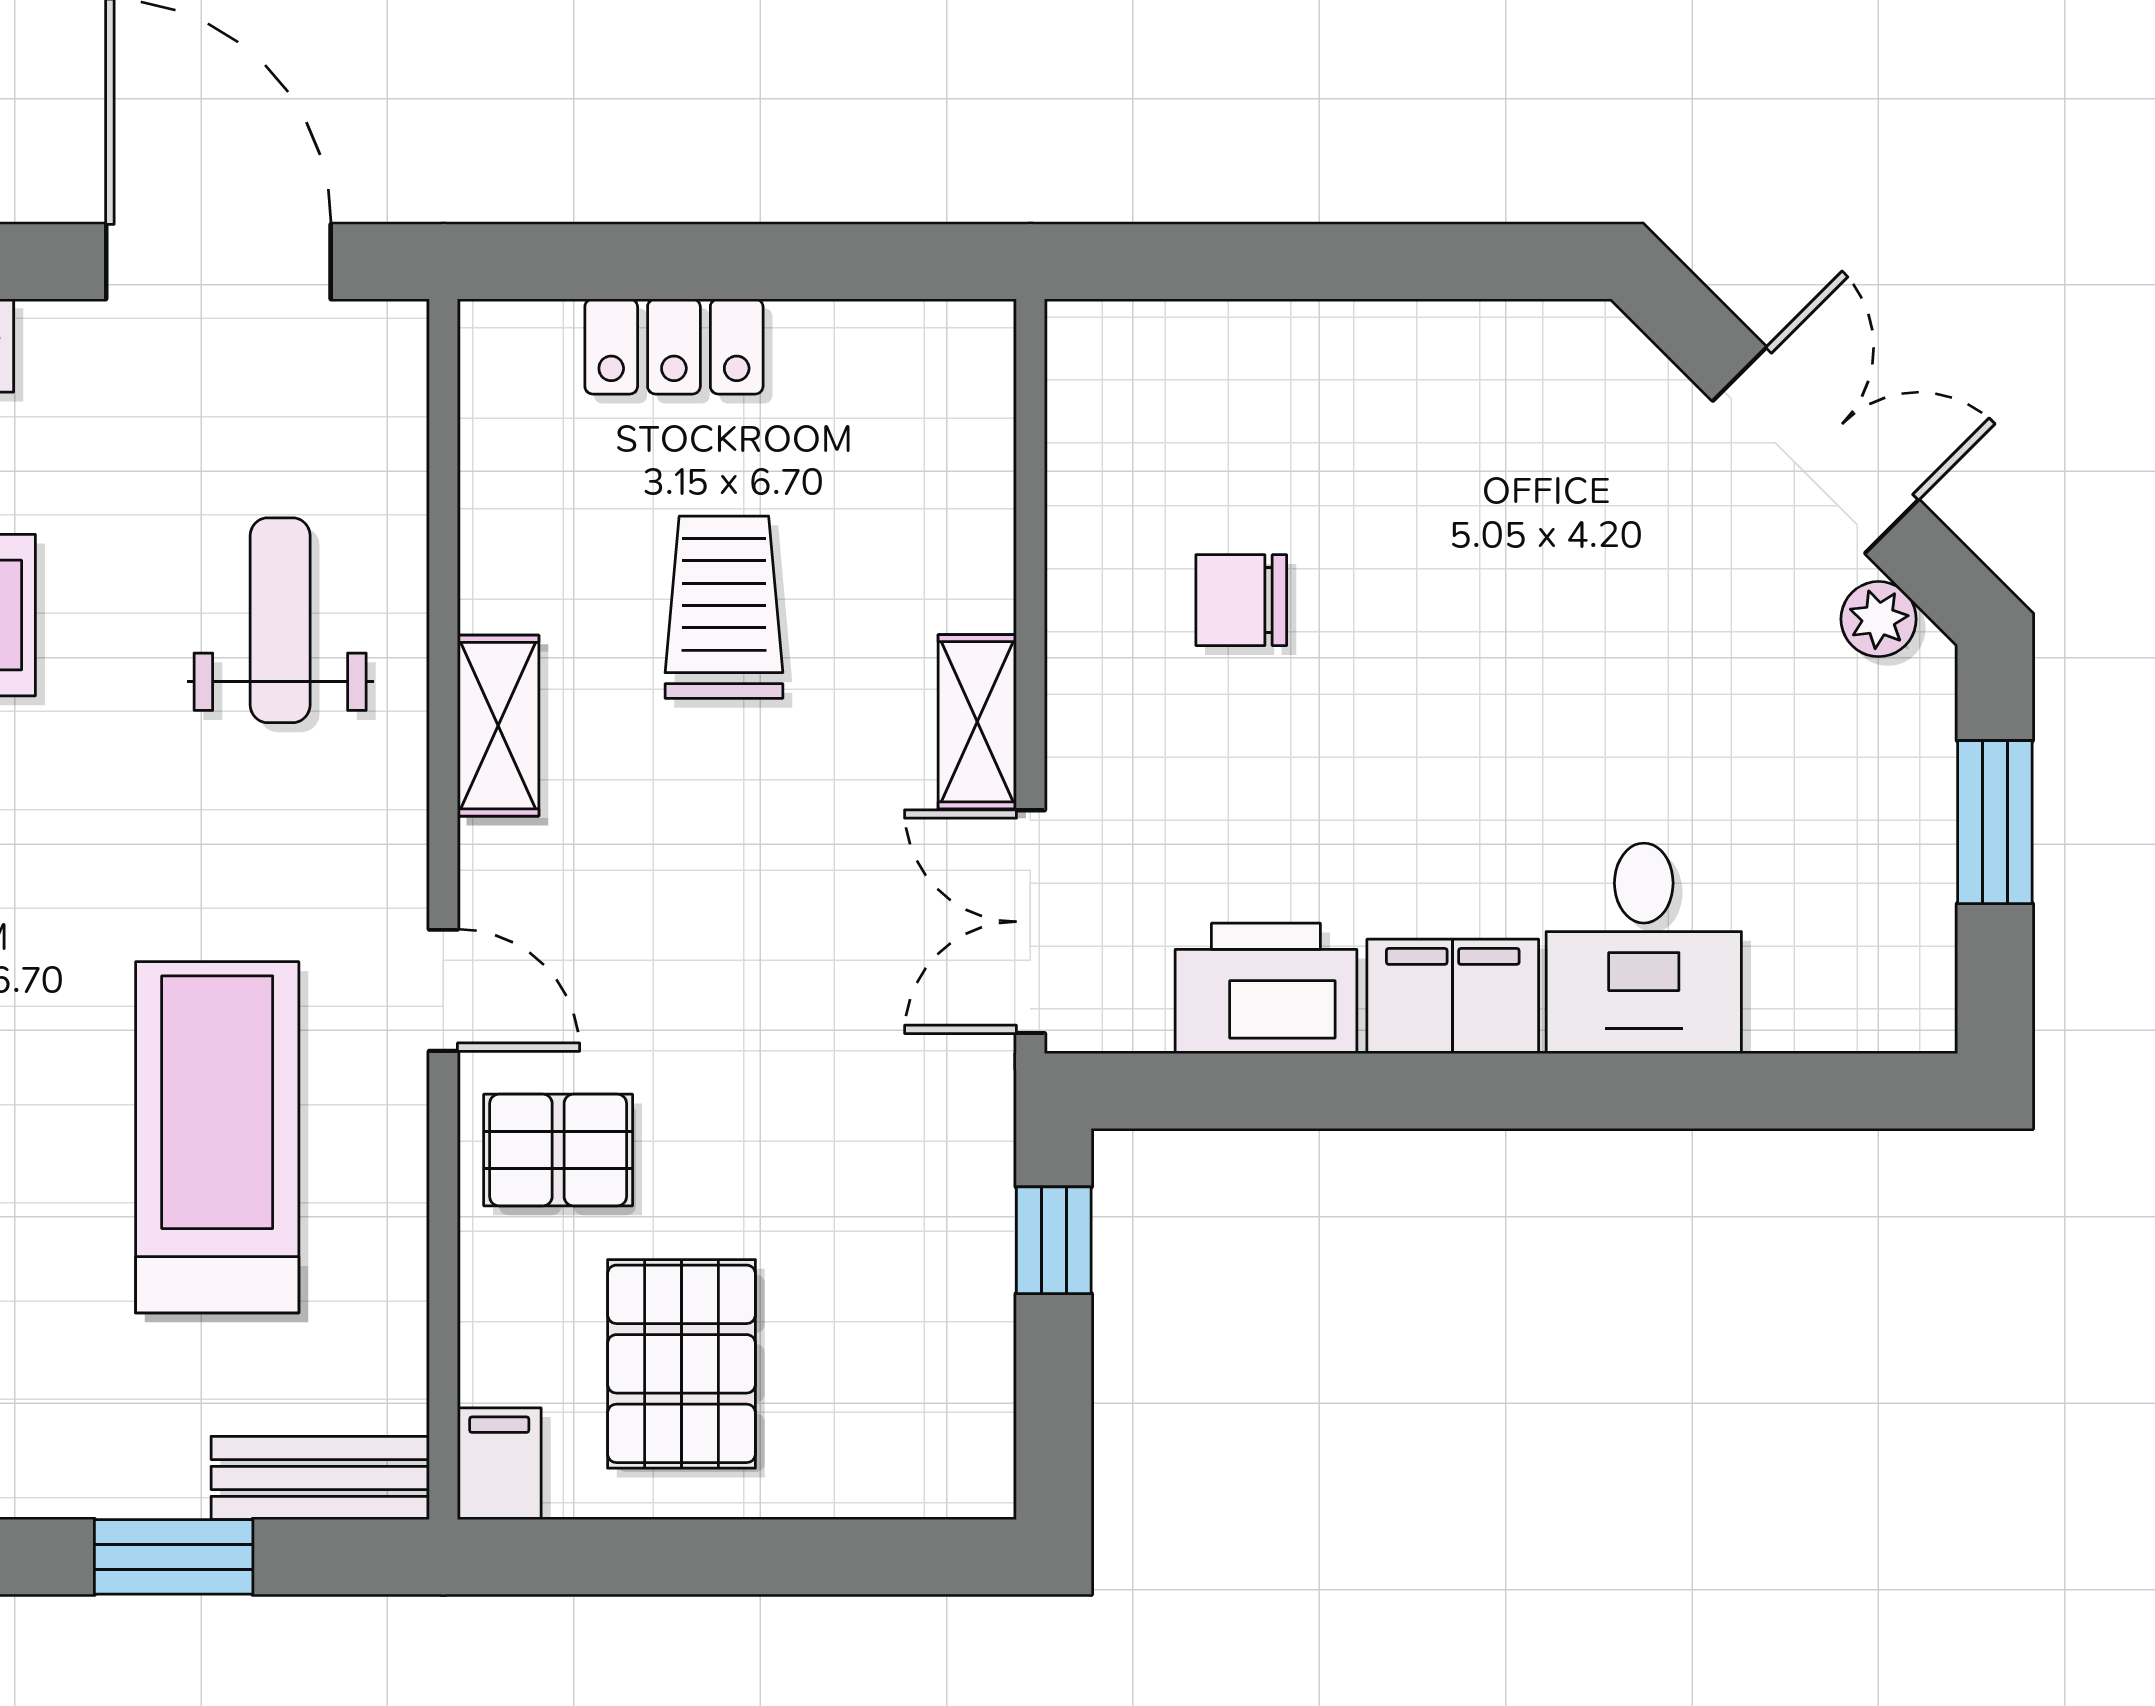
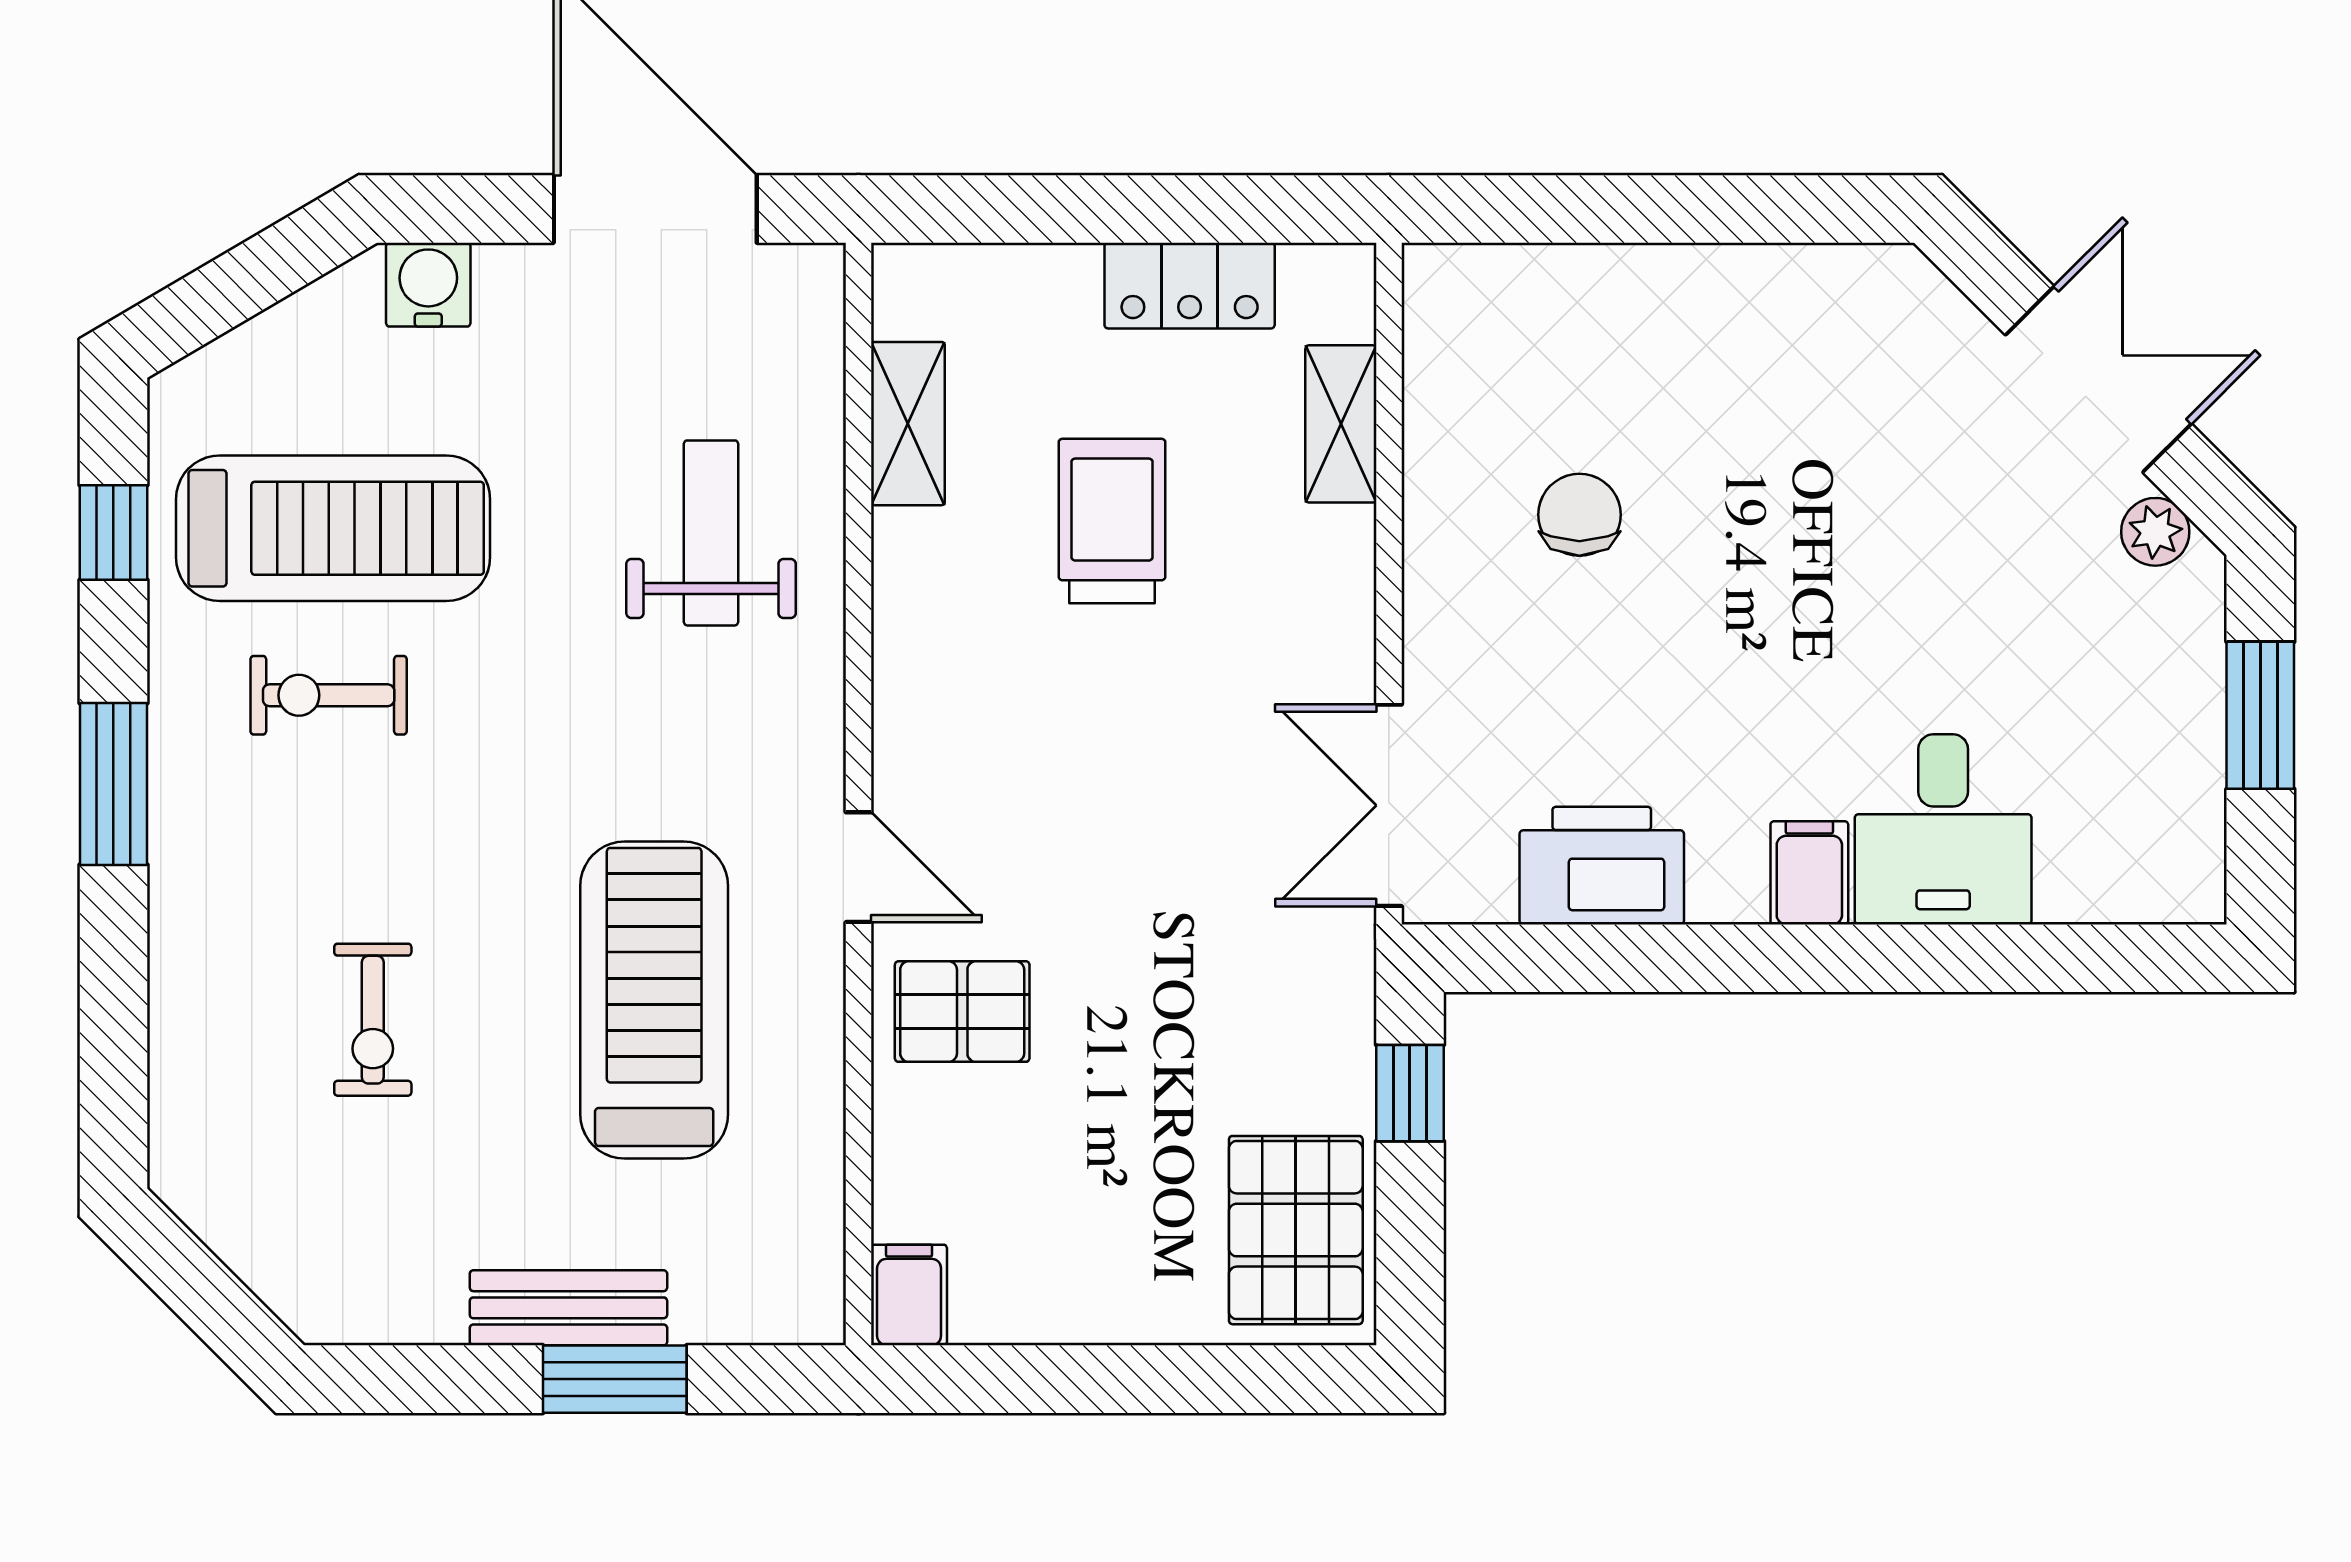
locker: (674, 347) -> (1190, 286), moved
chair: (1241, 600) -> (1579, 515), turned 90
shelving: (977, 722) -> (1341, 424), moved
shelving: (498, 726) -> (908, 424), moved
filing cabinet: (1453, 996) -> (1809, 873), width x0.50
pallet: (681, 1364) -> (1296, 1230), moved
bench: (320, 1478) -> (568, 1308), moved

